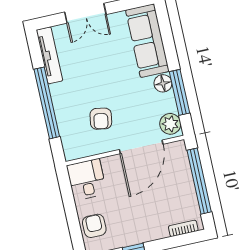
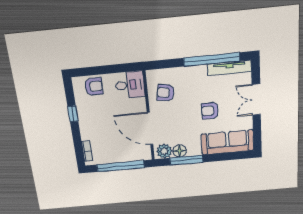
armchair: (107, 71) -> (210, 111), added
floor lamp: (163, 83) -> (180, 151), moved
window: (47, 103) -> (212, 59), moved
armchair: (101, 119) -> (166, 93), moved

